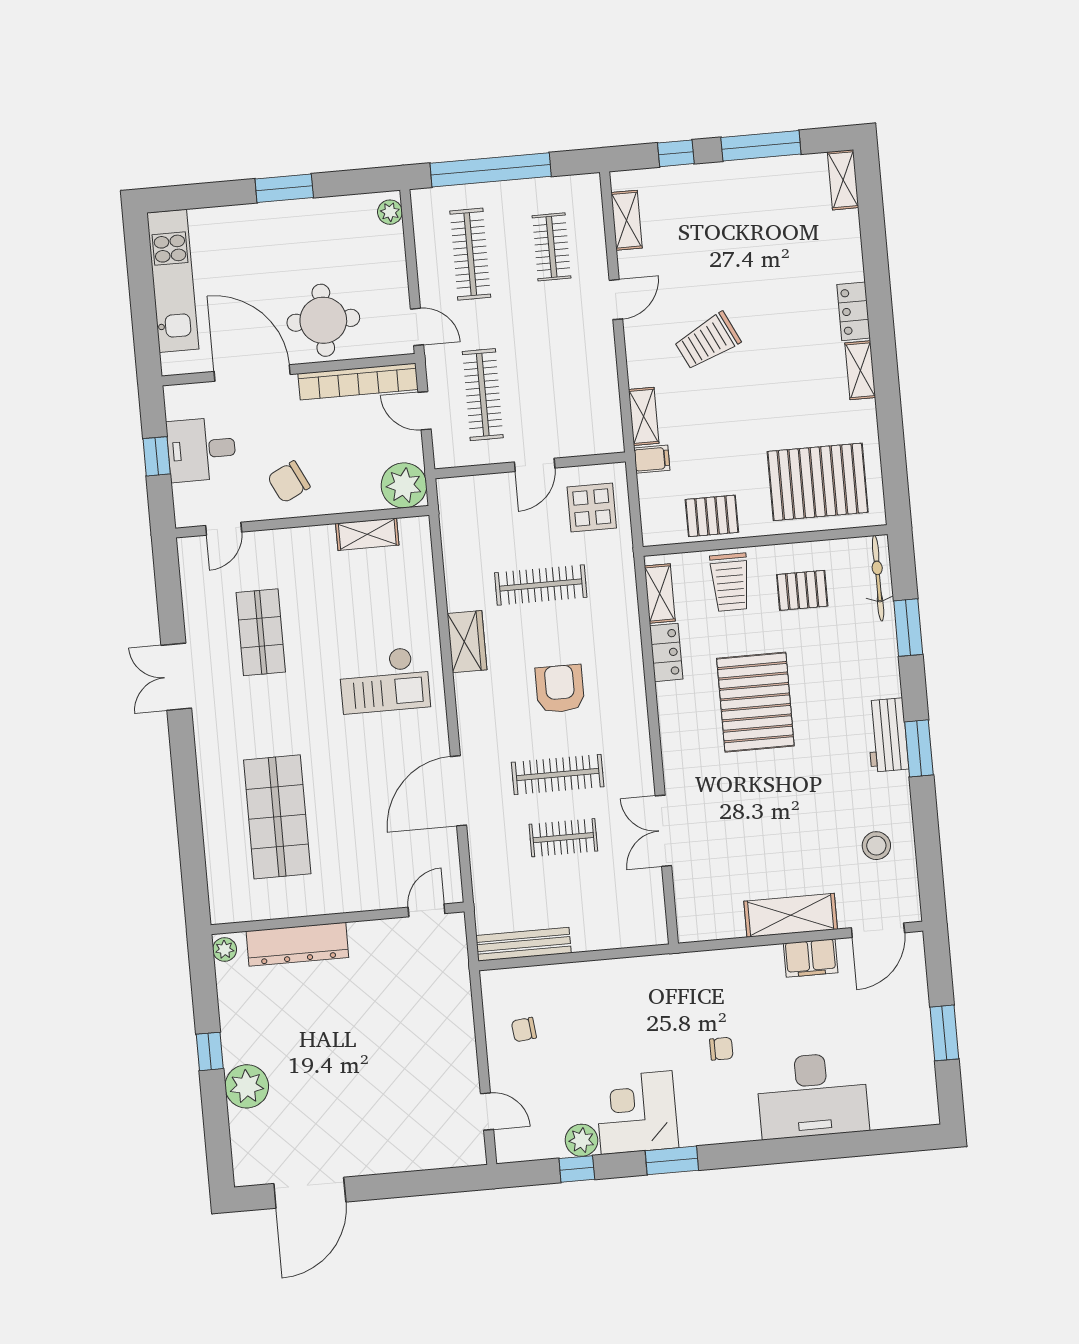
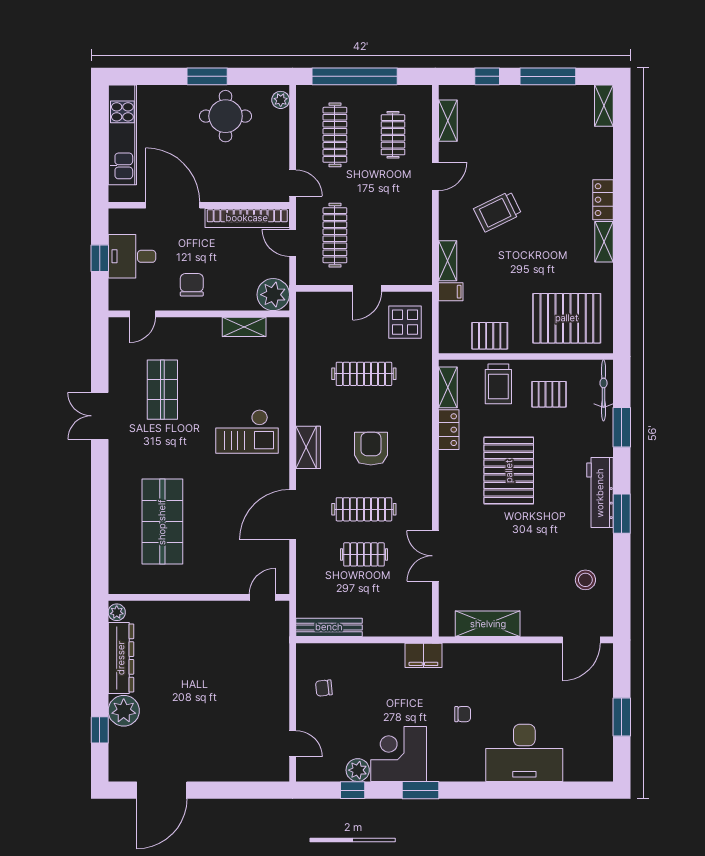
round table: (323, 320) -> (226, 116), moved
chair: (289, 482) -> (192, 285), turned 116
wardrobe: (467, 642) -> (308, 447), moved
workbench: (887, 735) -> (600, 493), width x1.38
shelving: (791, 915) -> (488, 624), moved
dresser: (297, 944) -> (121, 658), moved, turned -90
filing cabinet: (811, 958) -> (423, 655), moved
window: (210, 1051) -> (100, 730), moved

